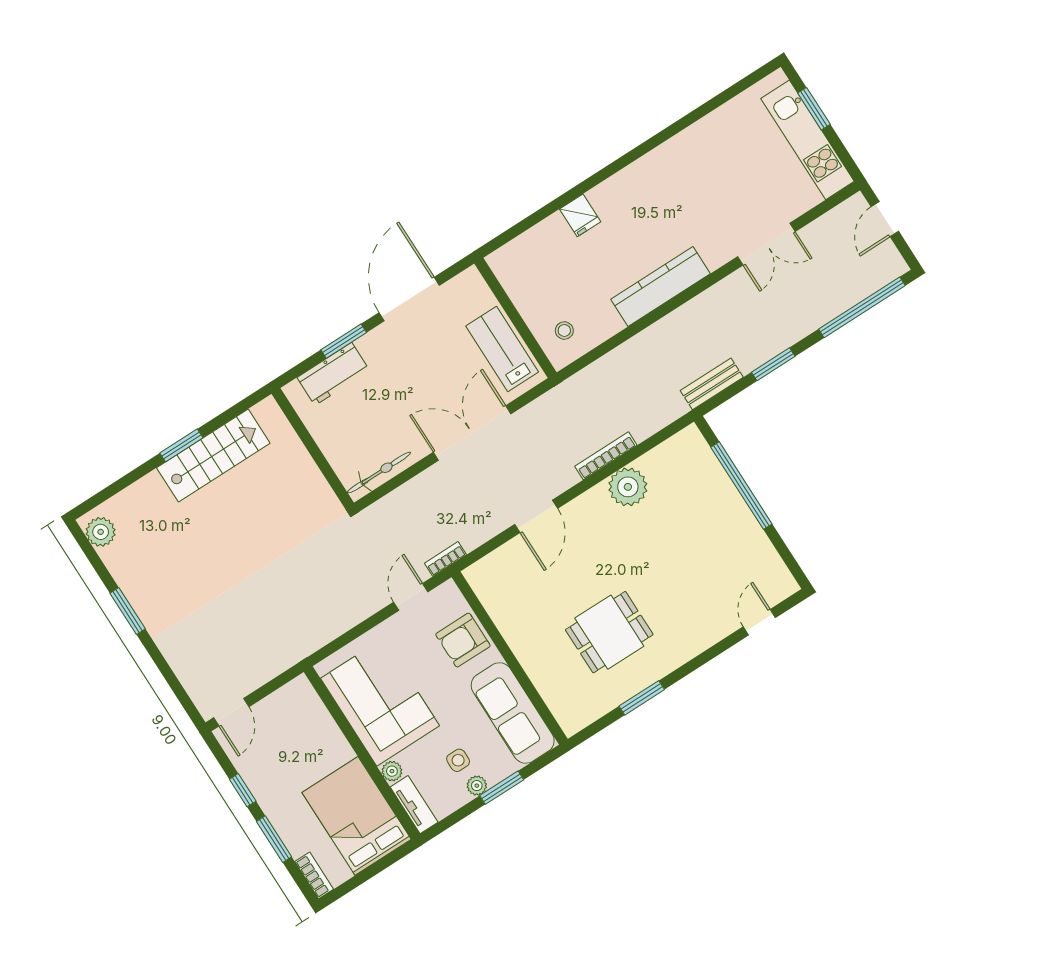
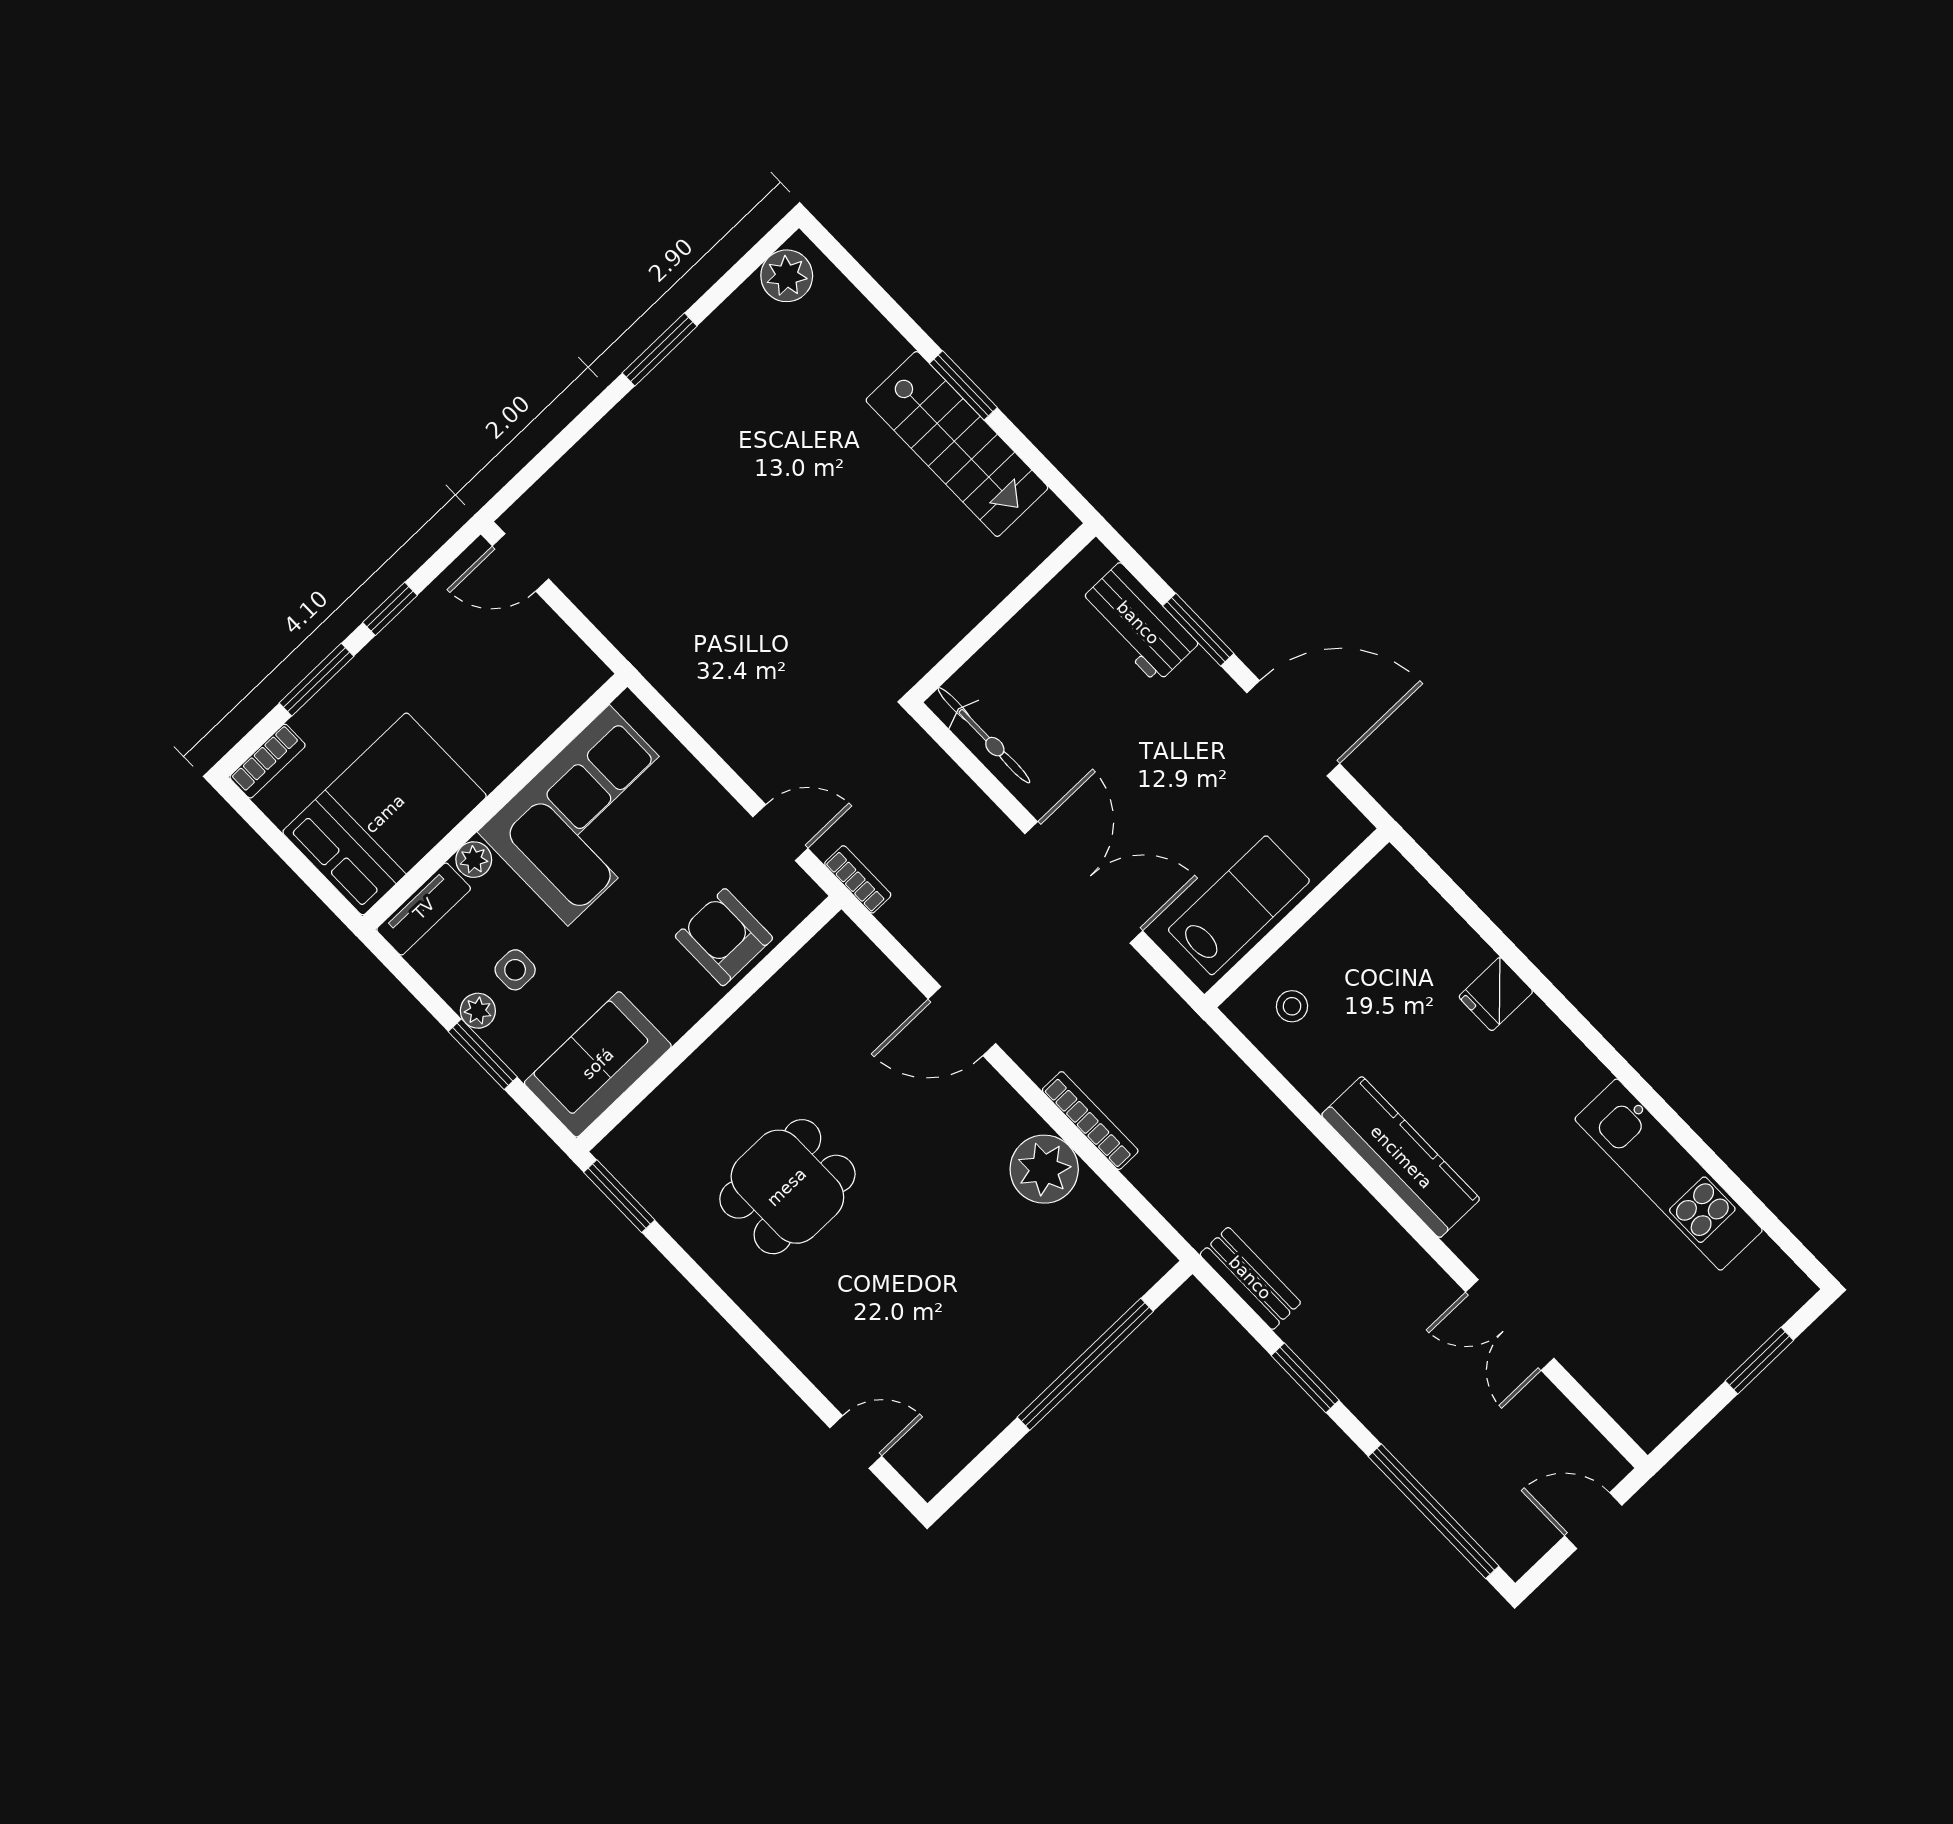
kitchen unit: (808, 140) -> (1669, 1175), moved, turned -90
dining table: (609, 632) -> (787, 1187), turned 90
window: (642, 698) -> (619, 1196), moved
sofa: (513, 713) -> (598, 1064), width x0.73

